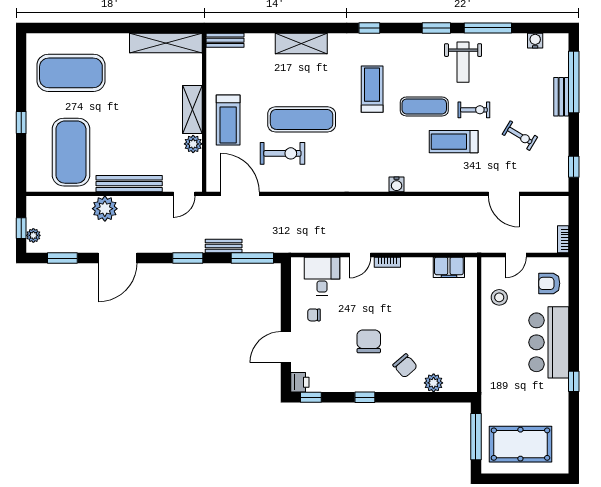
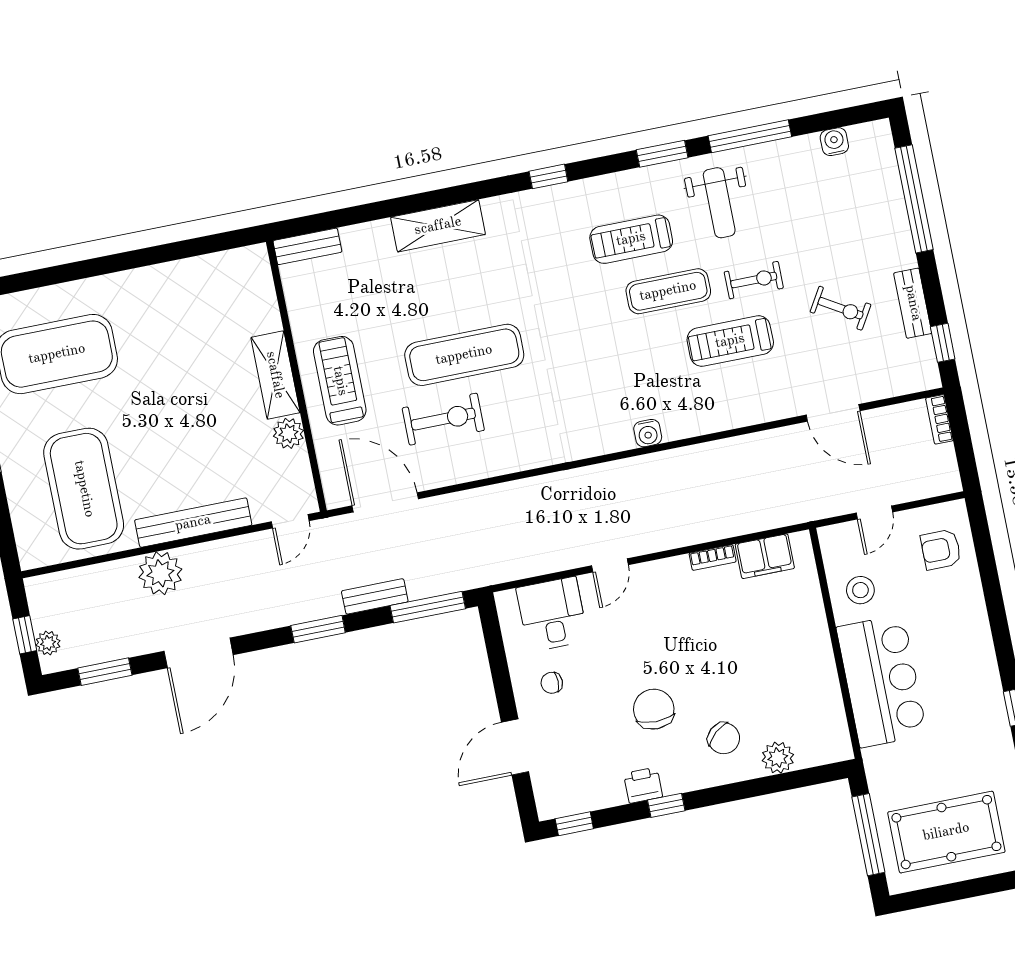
shelving: (166, 43) -> (208, 271), removed
treadmill: (372, 89) -> (631, 239), moved, turned -90
bench: (561, 97) -> (913, 303), moved
treadmill: (228, 120) -> (340, 381), turned 180
bookcase: (563, 239) -> (939, 419), moved
bookcase: (387, 262) -> (713, 558), moved
bar counter: (549, 342) -> (882, 681), moved, turned 180
printer: (300, 382) -> (643, 785), moved, turned -90

